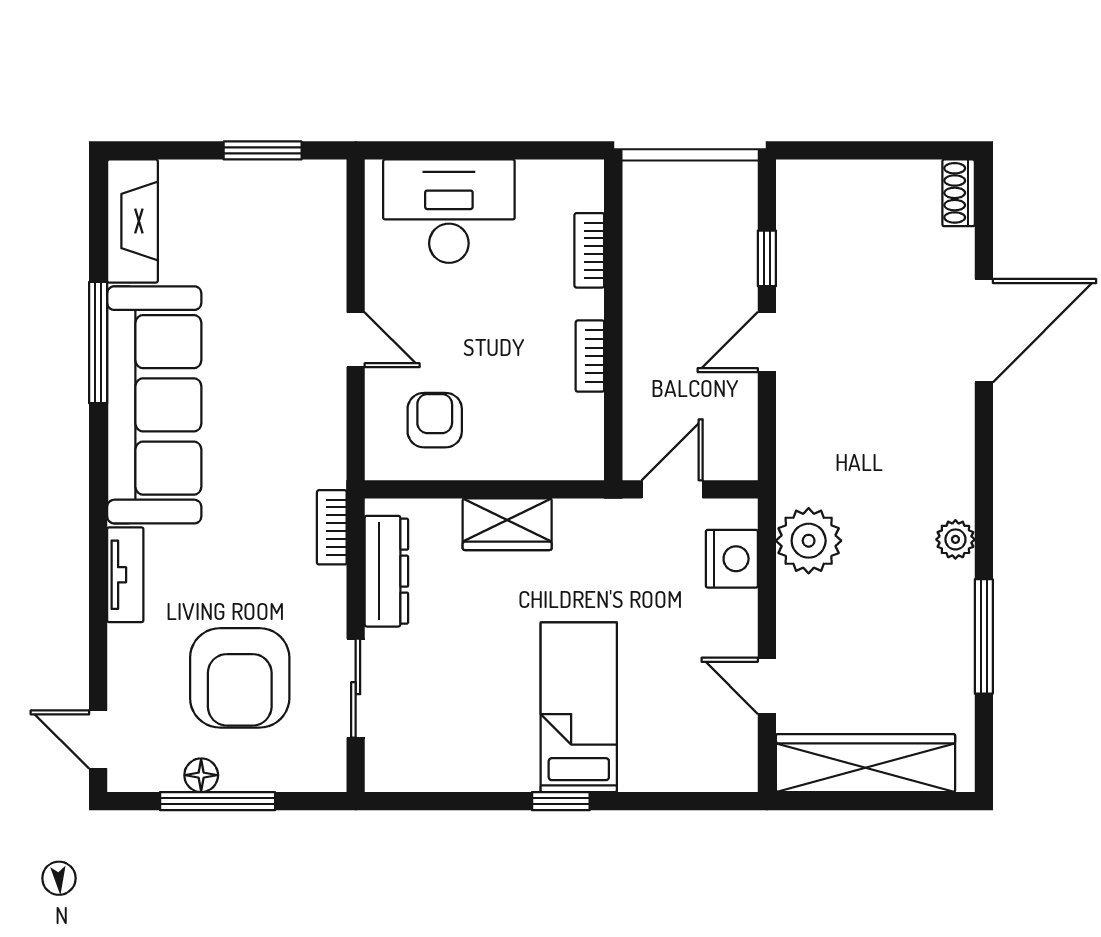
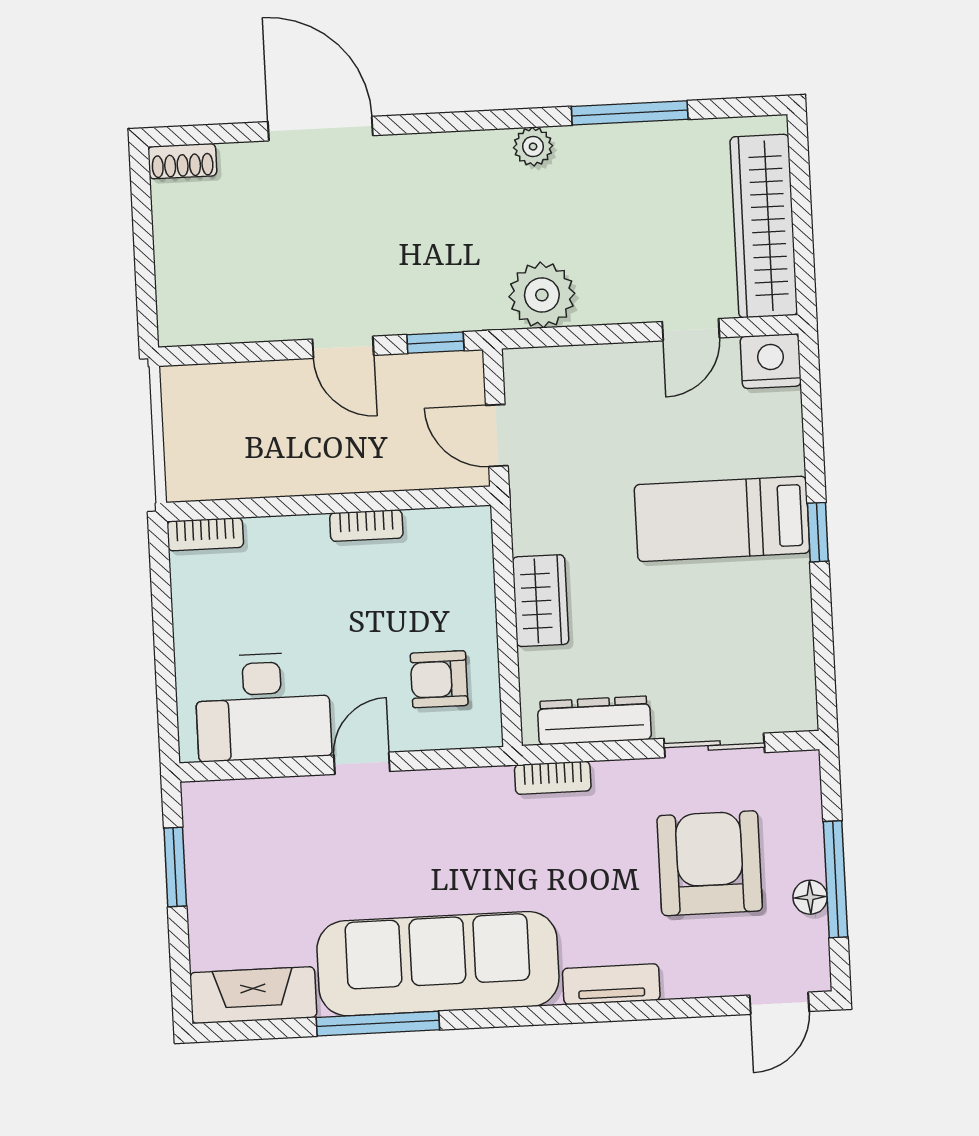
desk: (449, 211) -> (263, 707), moved, turned -90
bookcase: (589, 250) -> (205, 534), moved
window: (767, 258) -> (435, 343), moved
nightstand: (732, 559) -> (771, 361), moved
armchair: (240, 678) -> (710, 863), turned -90

